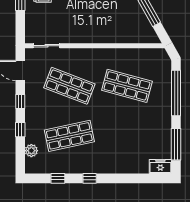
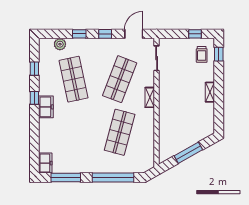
shelving: (89, 53) -> (150, 97), added
freezer: (99, 166) -> (46, 107), added

